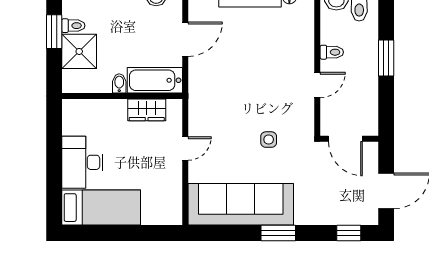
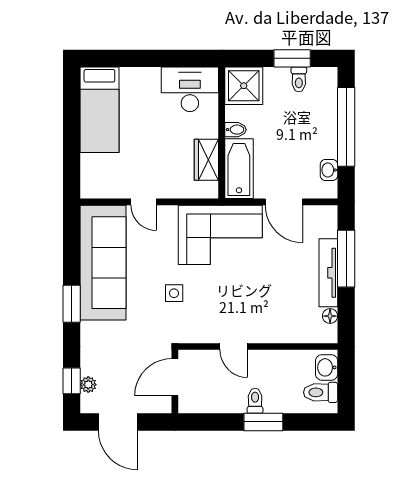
shower: (79, 51) -> (244, 86), moved
toilet: (332, 52) -> (255, 401), moved, turned 180
corner sofa: (215, 97) -> (220, 235), added
door: (185, 148) -> (144, 202), moved
desk: (82, 162) -> (190, 89), moved
plant: (352, 218) -> (88, 385), added

